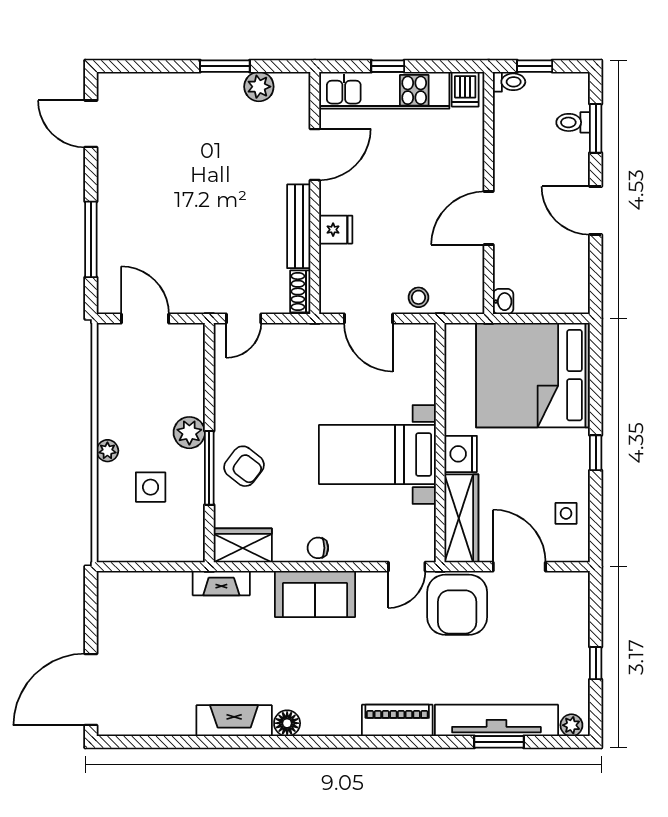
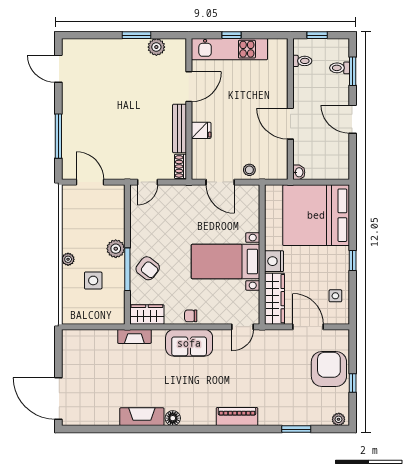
toilet: (509, 82) -> (302, 61), moved
dishwasher: (465, 89) -> (277, 49), removed
door: (489, 218) -> (290, 124), hinge flipped
armchair: (457, 605) -> (329, 369), moved, turned 180
door: (91, 689) -> (58, 398), hinge flipped
tv unit: (496, 720) -> (295, 417), removed

